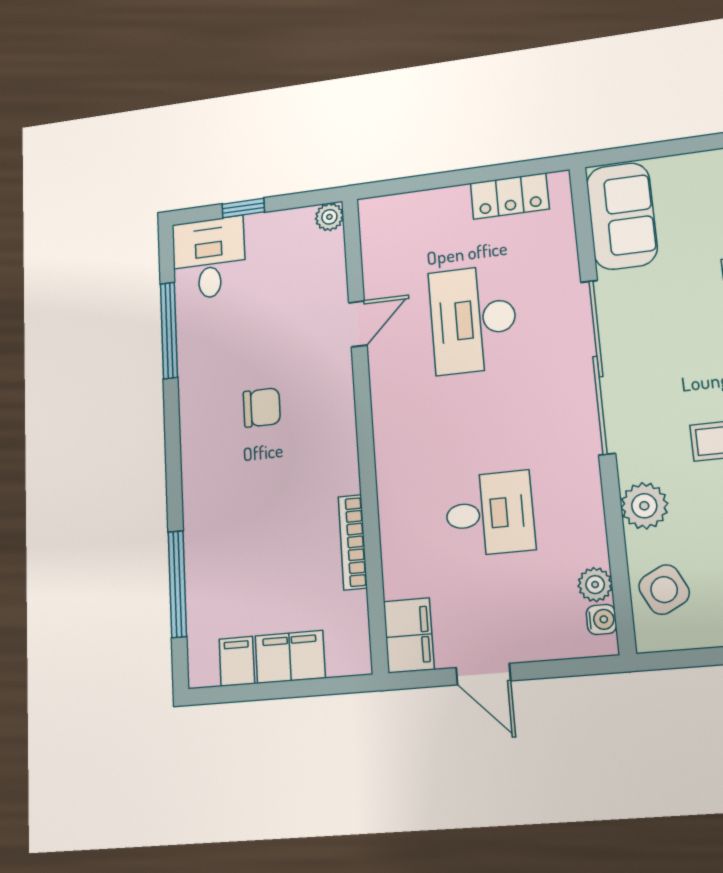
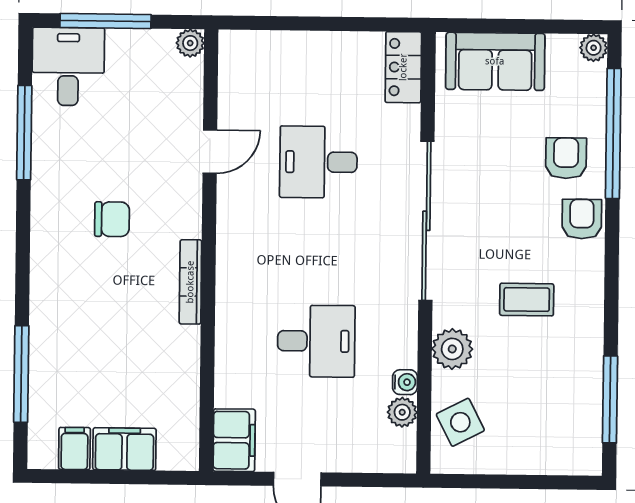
locker: (510, 196) -> (403, 67), moved, turned 90
window: (243, 208) -> (105, 21), width x2.17
sofa: (622, 216) -> (495, 61), moved, turned 90
desk: (473, 319) -> (318, 162), width x0.73
bookcase: (353, 542) -> (190, 282), moved
water cooler: (601, 620) -> (405, 382), moved

